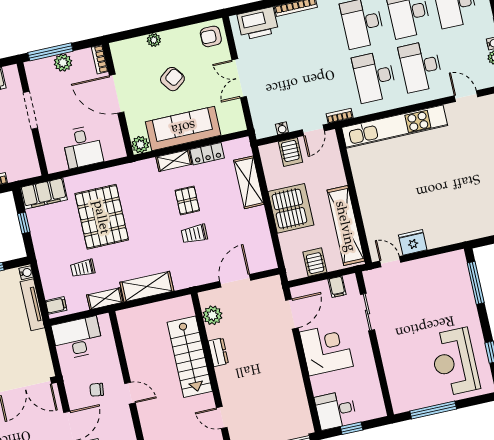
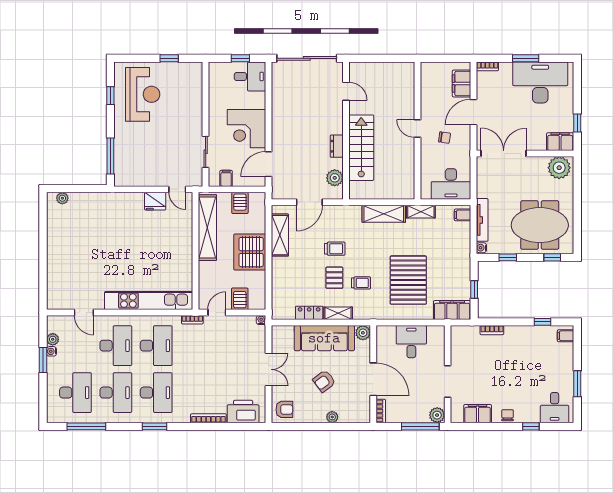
plant: (63, 63) -> (437, 415), moved
water cooler: (282, 128) -> (261, 320), moved
shelving: (249, 182) -> (280, 235), moved
trolley: (83, 268) -> (361, 283), moved
window: (433, 410) -> (169, 58), width x0.46

